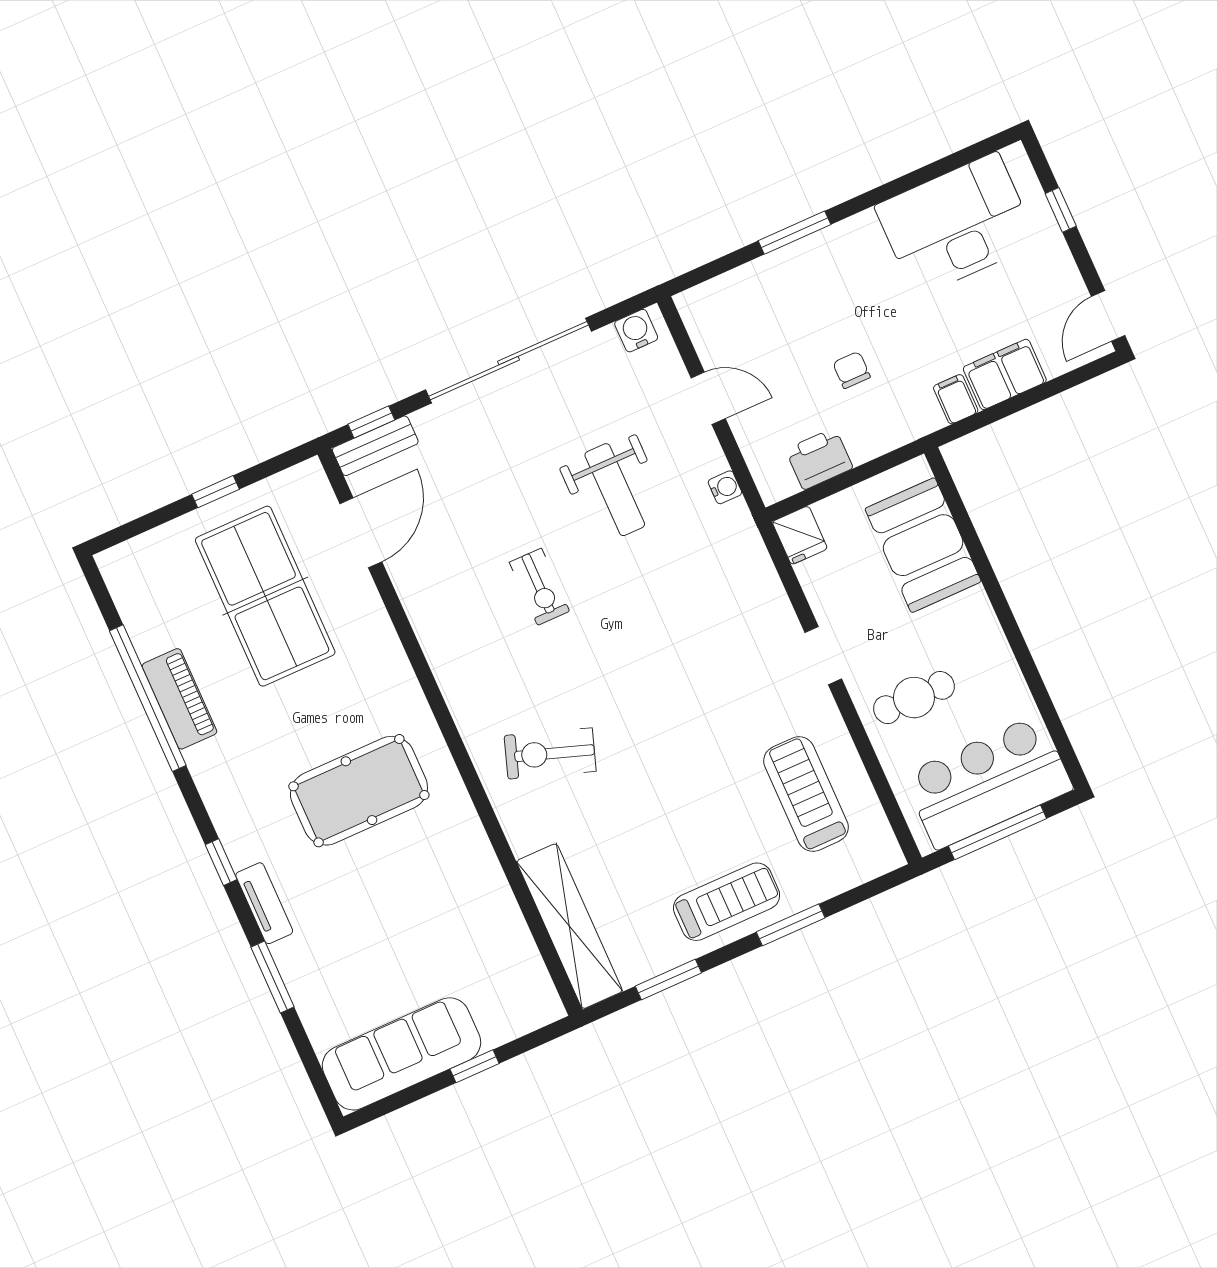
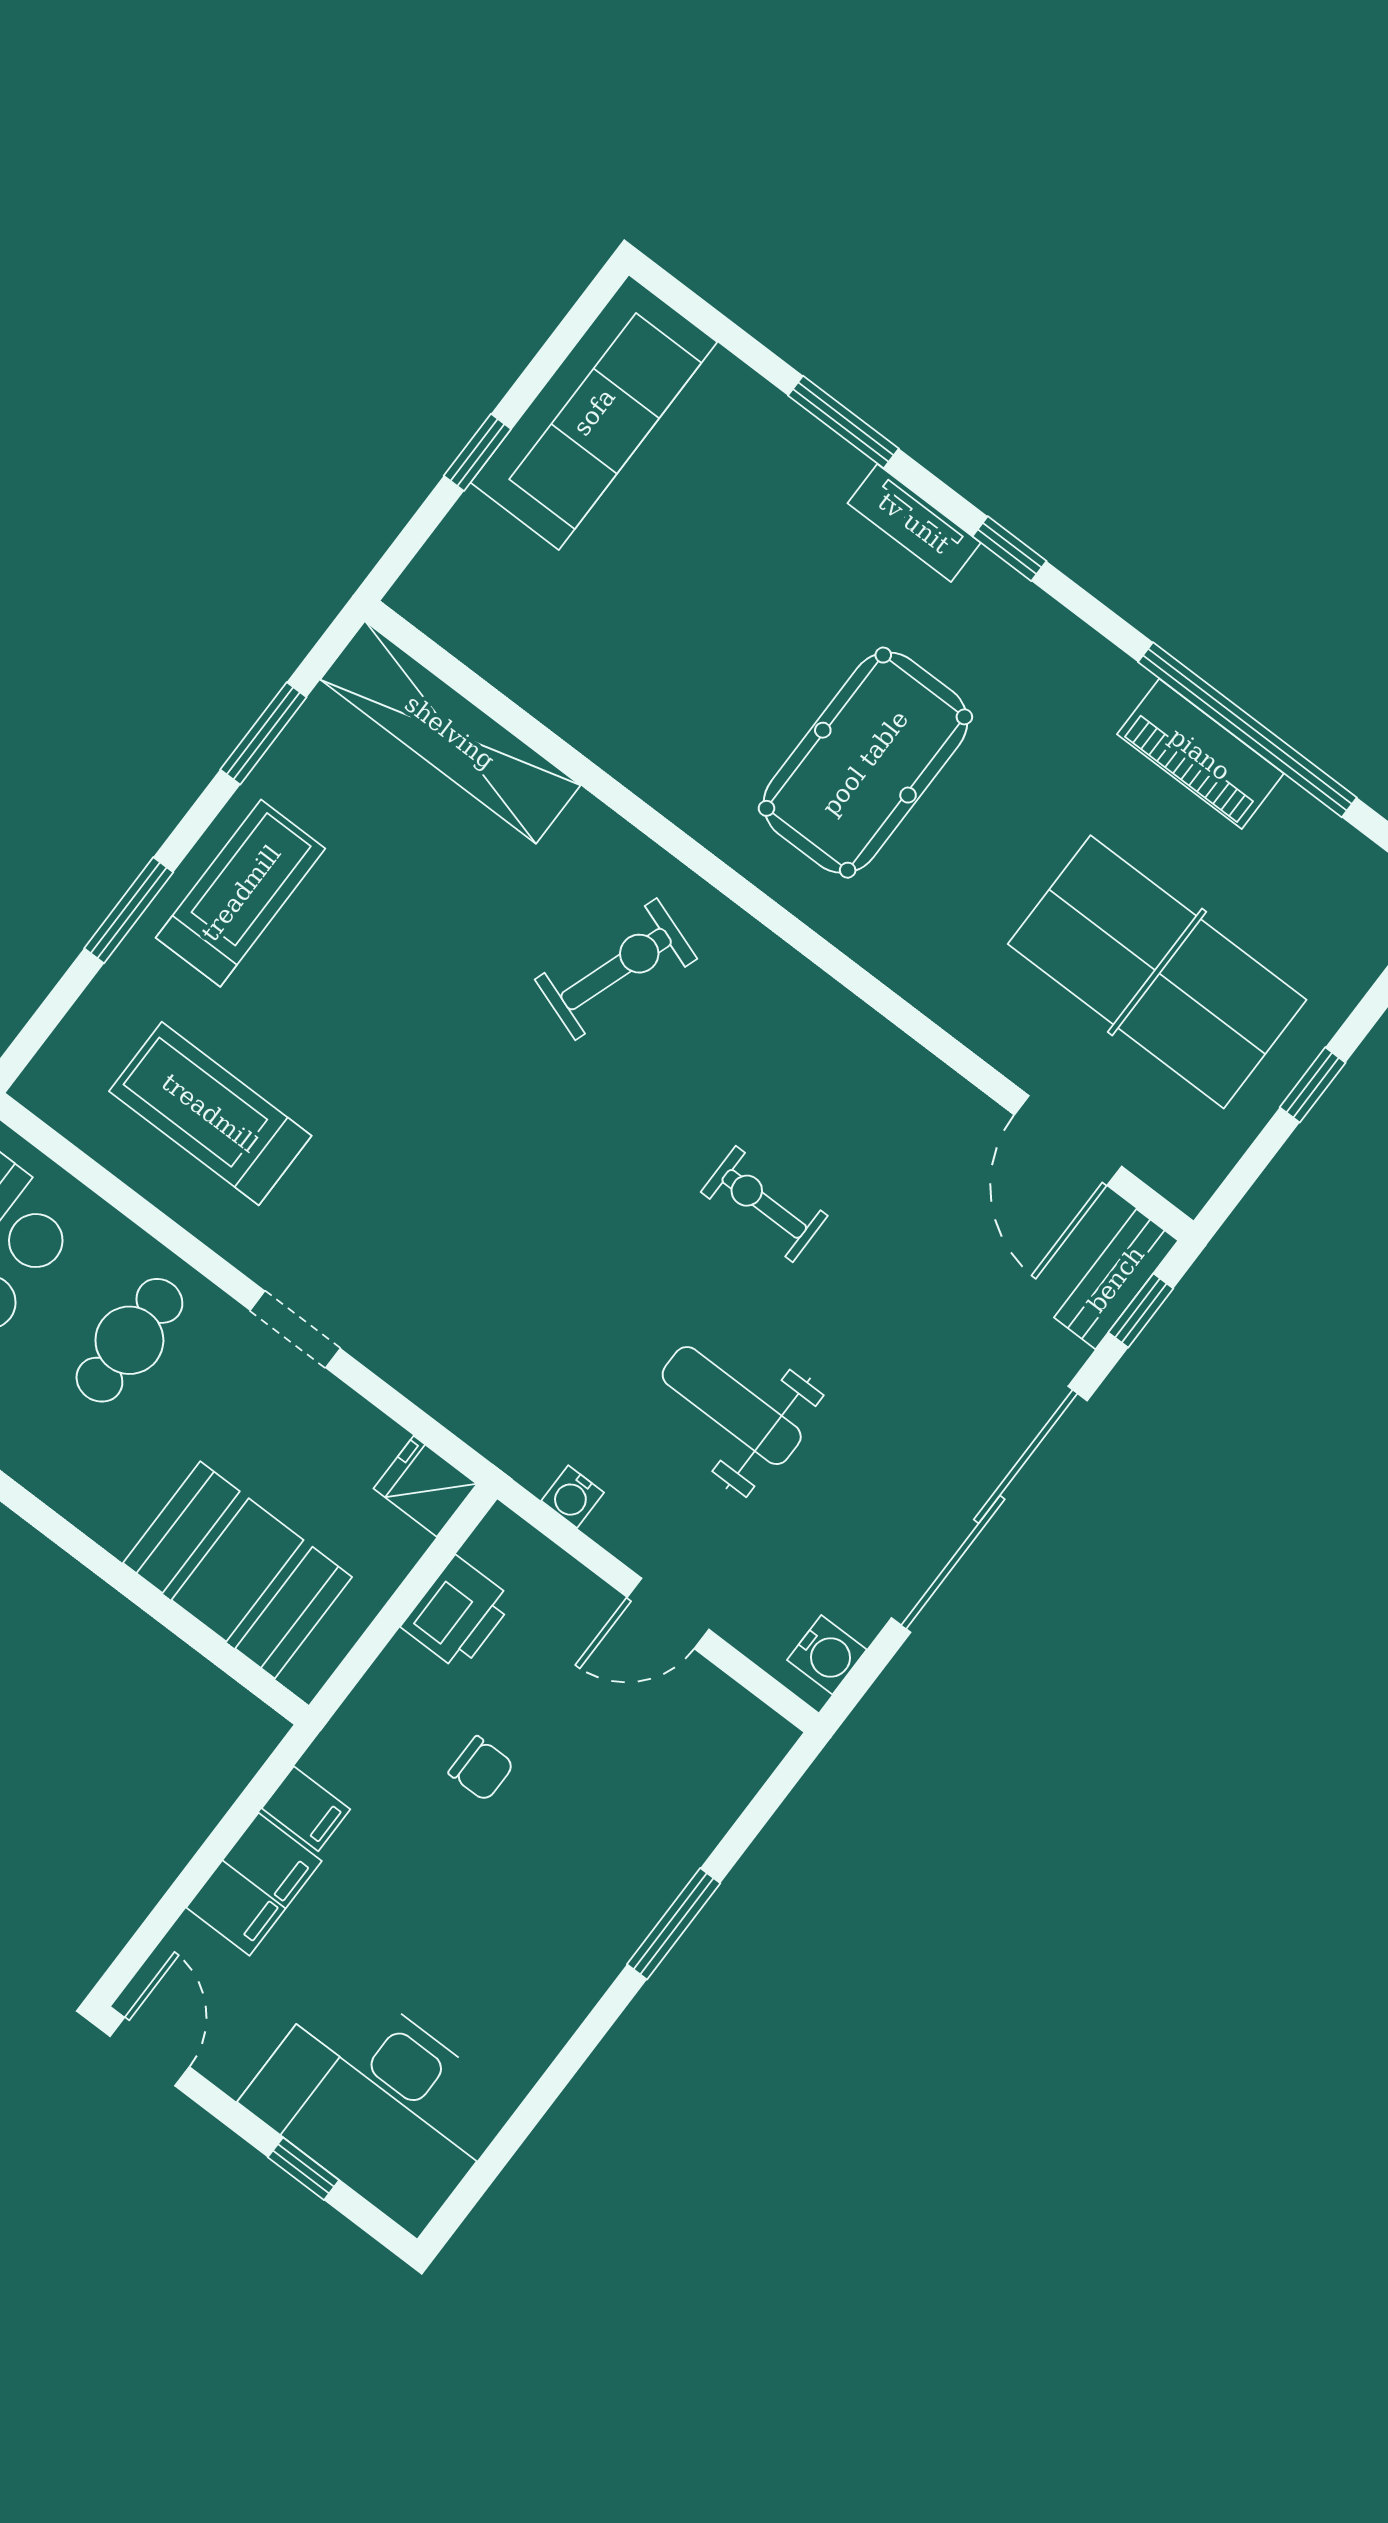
desk: (956, 225) -> (378, 2103), moved, turned 90
treadmill: (806, 794) -> (210, 1113), turned 180
treadmill: (727, 902) -> (241, 893), turned 180

